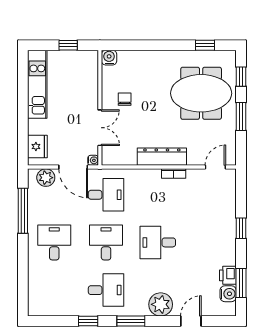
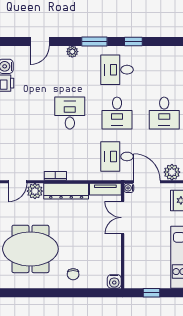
window: (205, 45) -> (27, 293), removed
chair: (125, 99) -> (73, 274), moved
plant: (196, 157) -> (35, 191), added
tv unit: (119, 159) -> (105, 189), added
desk: (158, 242) -> (70, 113), turned -90
plant: (161, 304) -> (72, 52), width x0.53, depth x0.53

